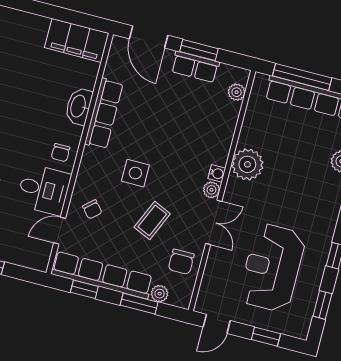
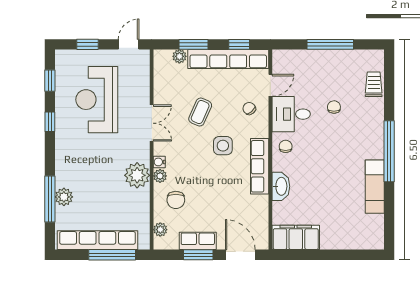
row of seats: (104, 114) -> (260, 166), moved
plant: (211, 190) -> (160, 176), moved
double door: (214, 222) -> (152, 123), swing flipped
chair: (181, 262) -> (176, 200), moved, turned 180
reception desk: (272, 268) -> (97, 100), turned 180

